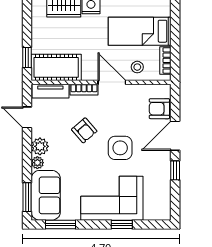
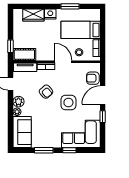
cot: (56, 67) -> (24, 55), width x0.73, depth x0.75
window: (27, 197) -> (11, 133), removed
corner sofa: (112, 198) -> (81, 134), moved
window: (61, 225) -> (44, 150), moved

